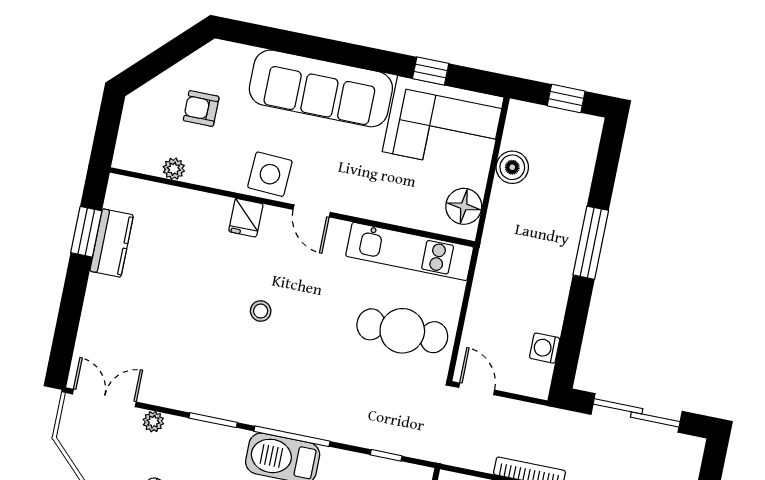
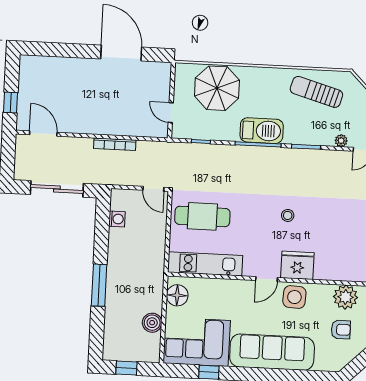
plant: (174, 169) -> (346, 297), width x1.88, depth x1.88
door: (312, 211) -> (267, 279), swing flipped
fridge: (246, 218) -> (297, 265), width x1.88, depth x1.34

